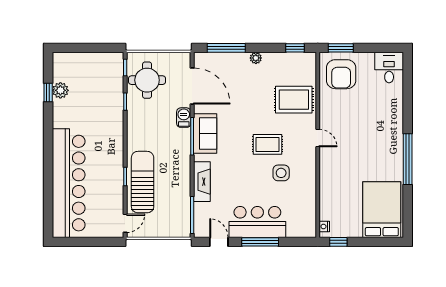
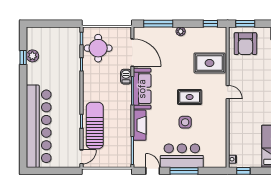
sofa: (205, 133) -> (142, 89), width x1.36
side table: (281, 173) -> (185, 122), moved

